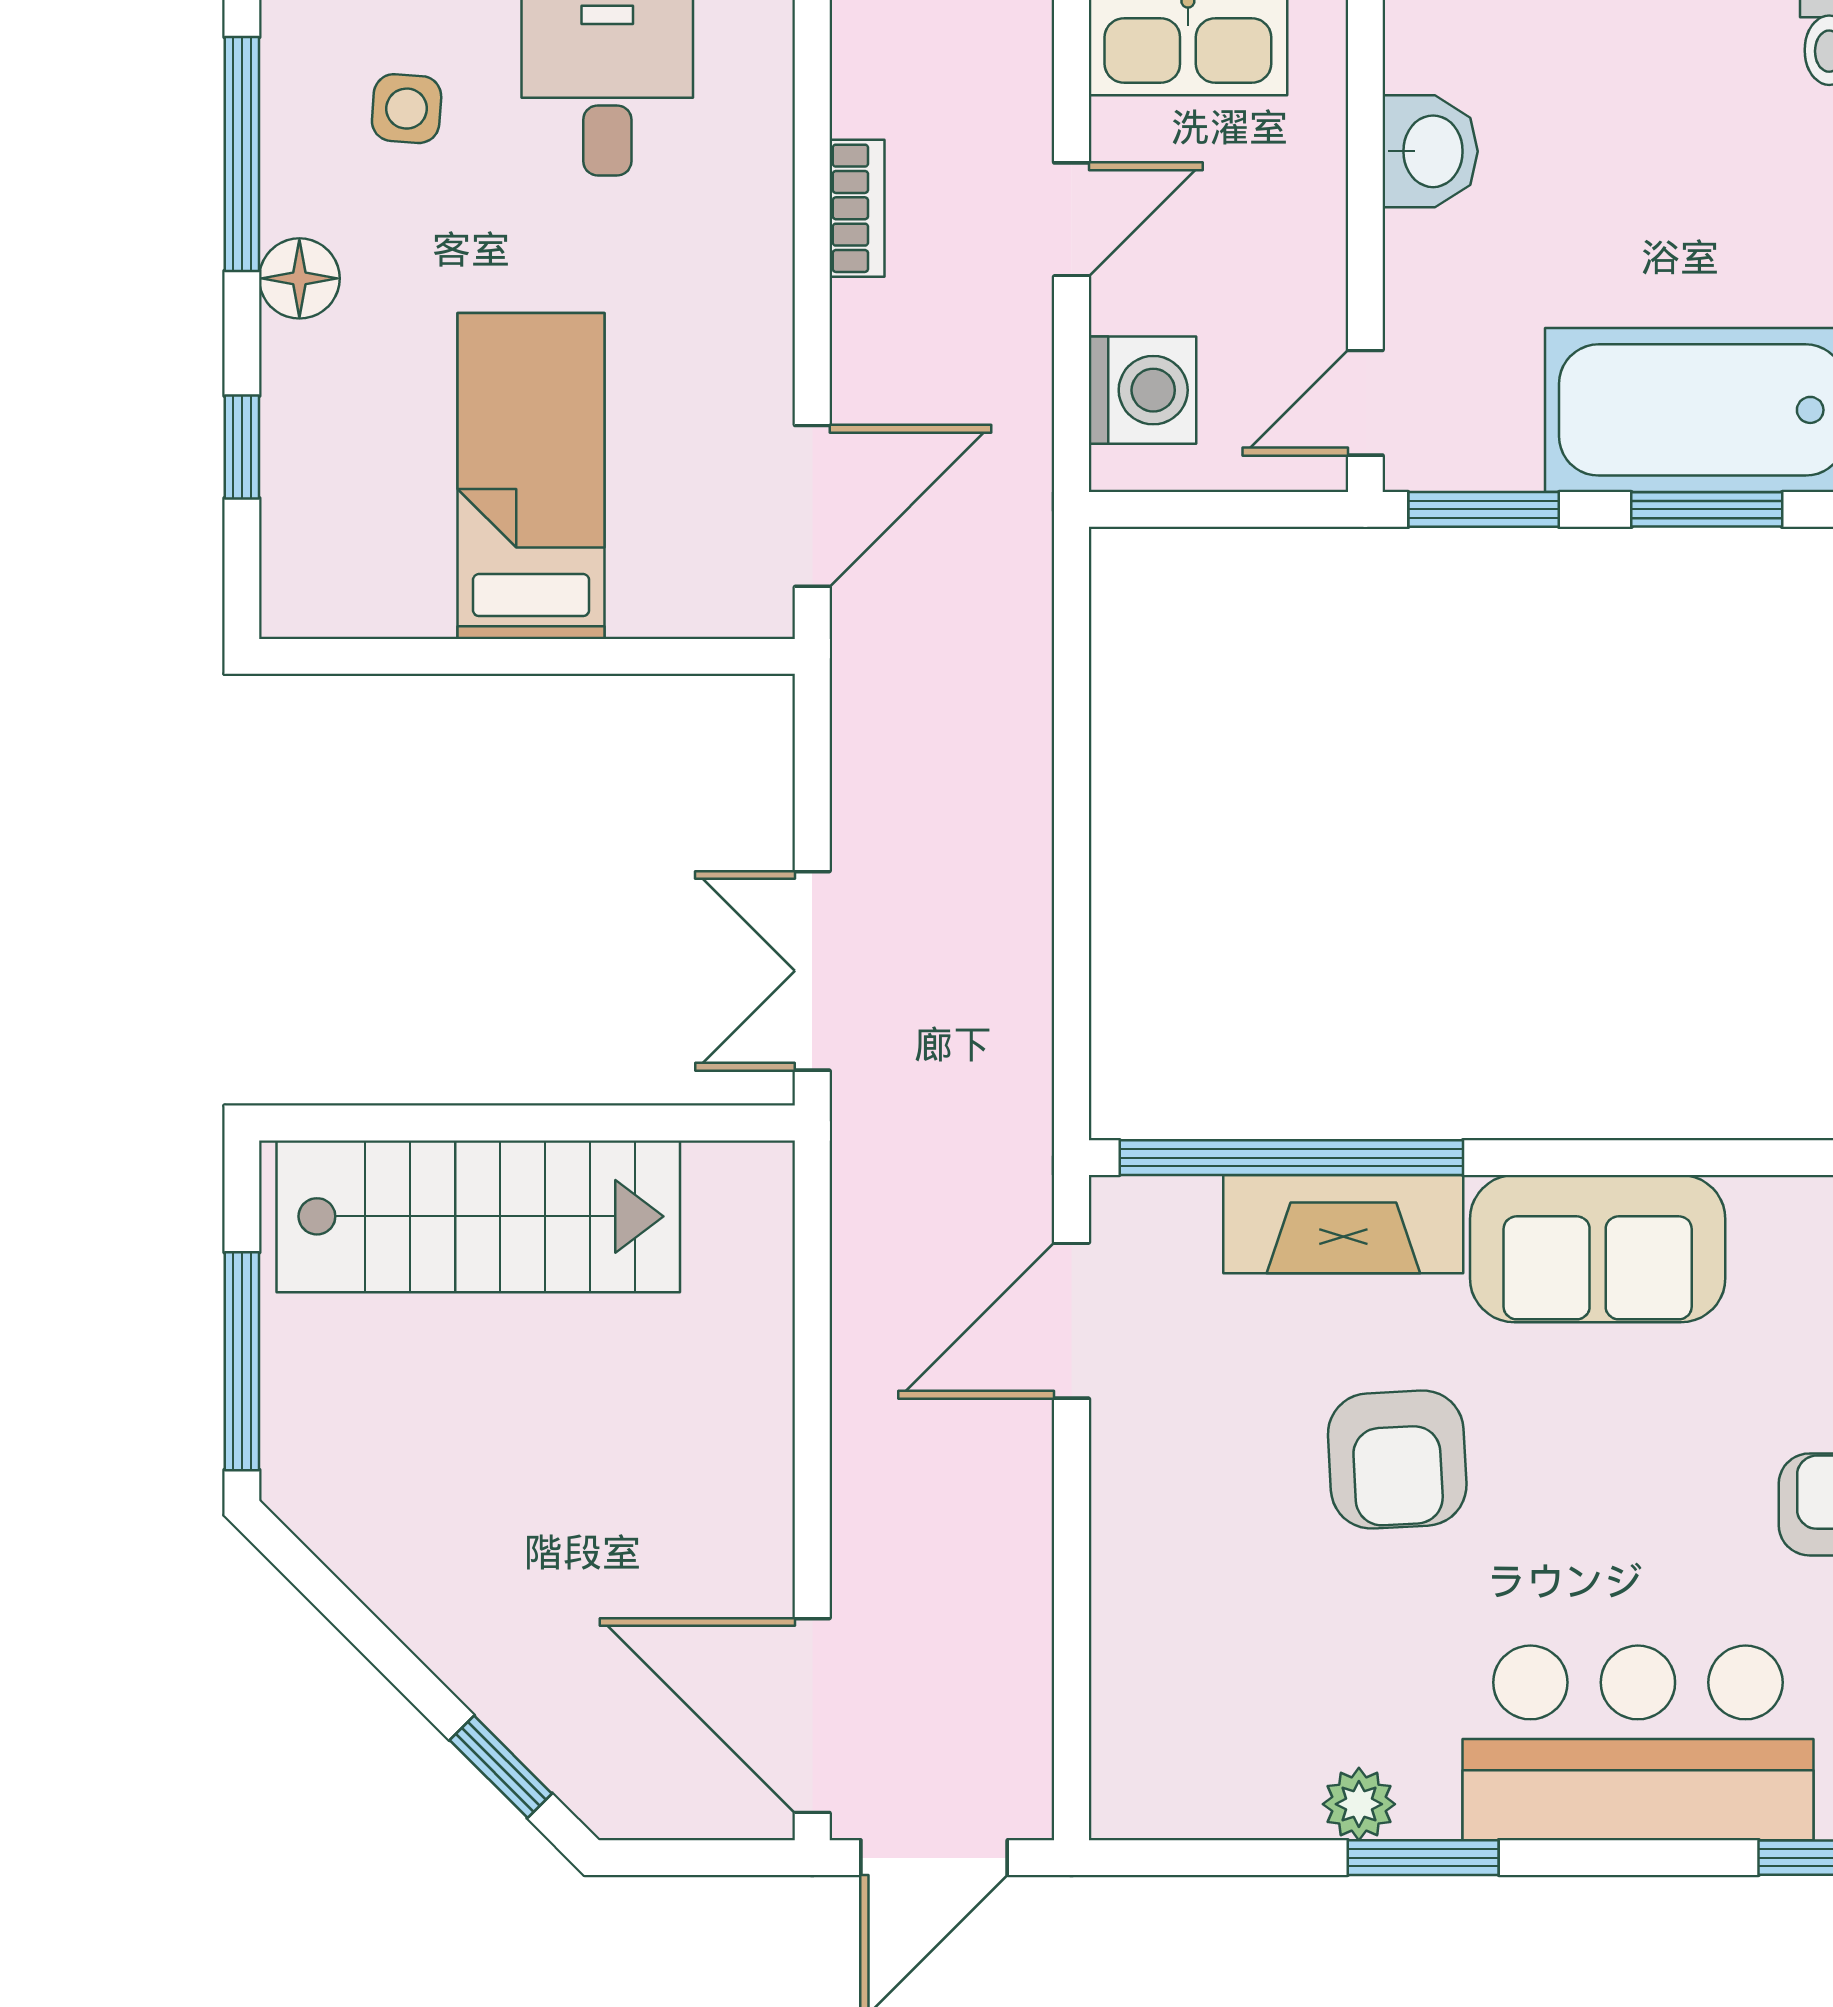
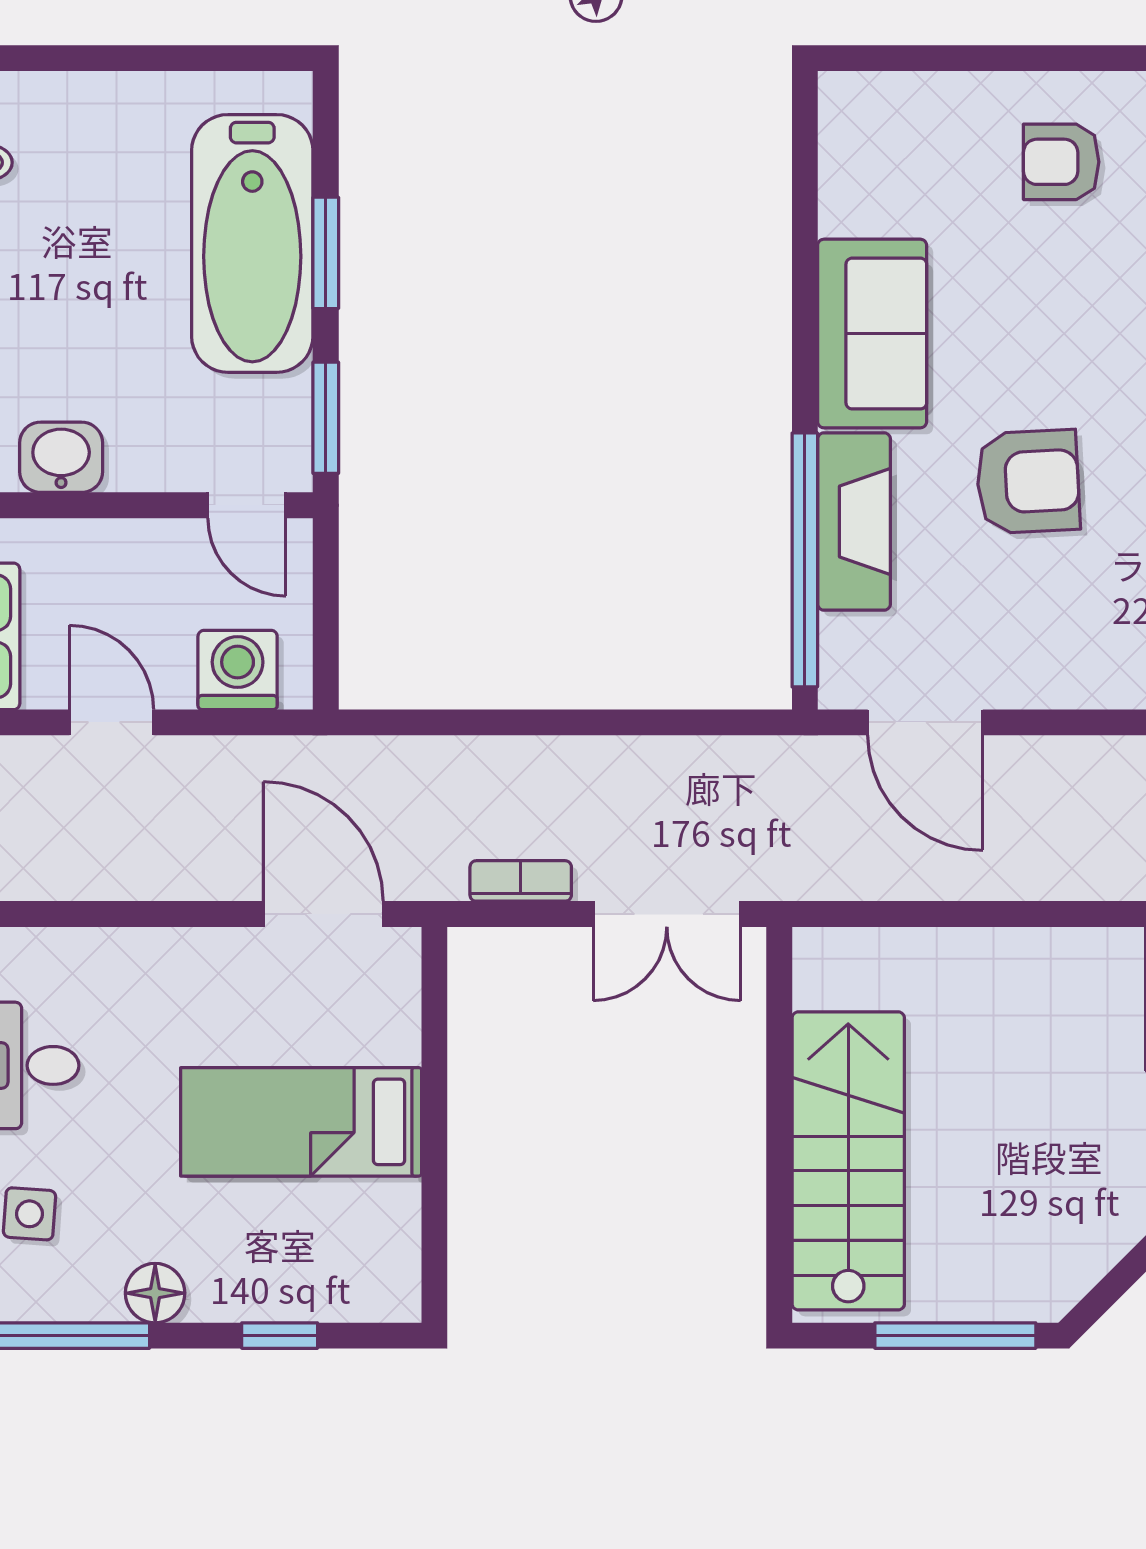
bookcase: (857, 208) -> (521, 881), moved

